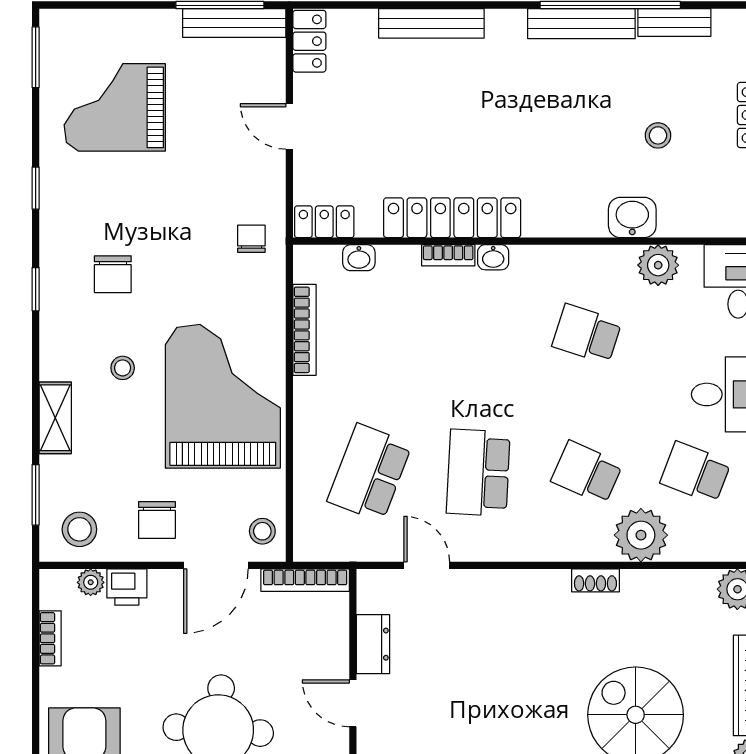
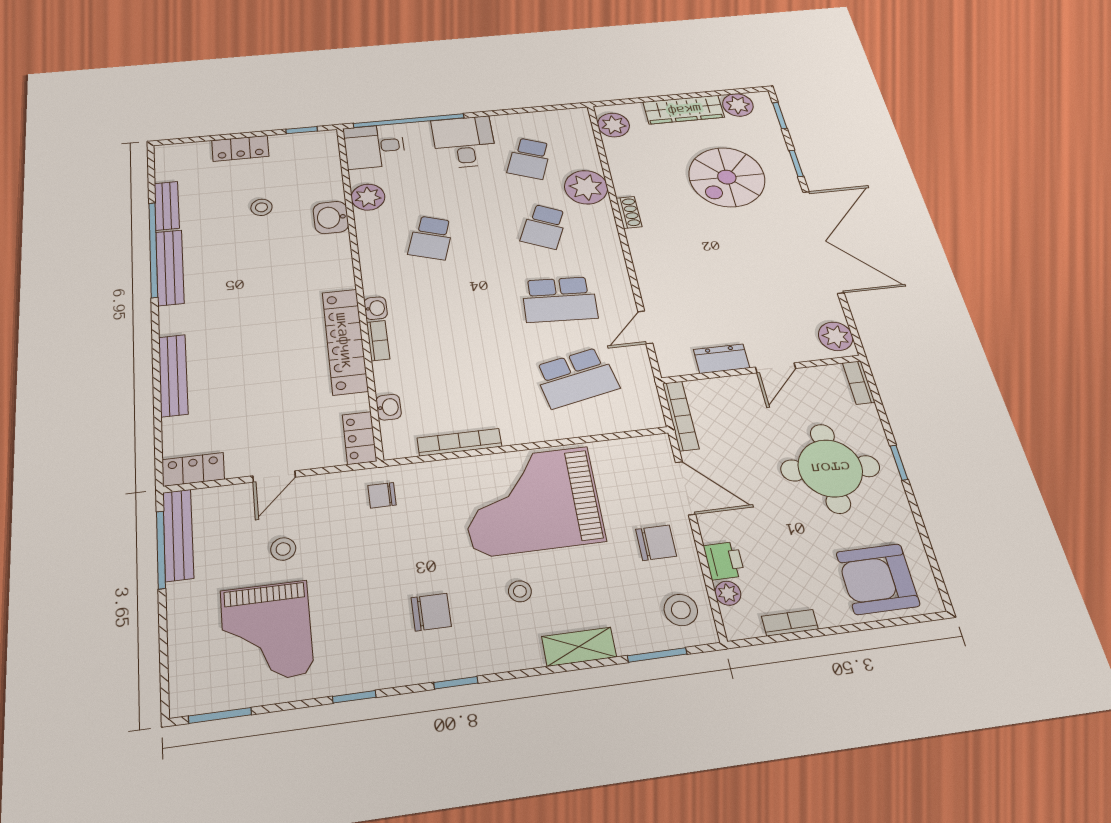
school desk: (370, 473) -> (576, 378), turned -33
stool: (262, 531) -> (283, 549), moved

